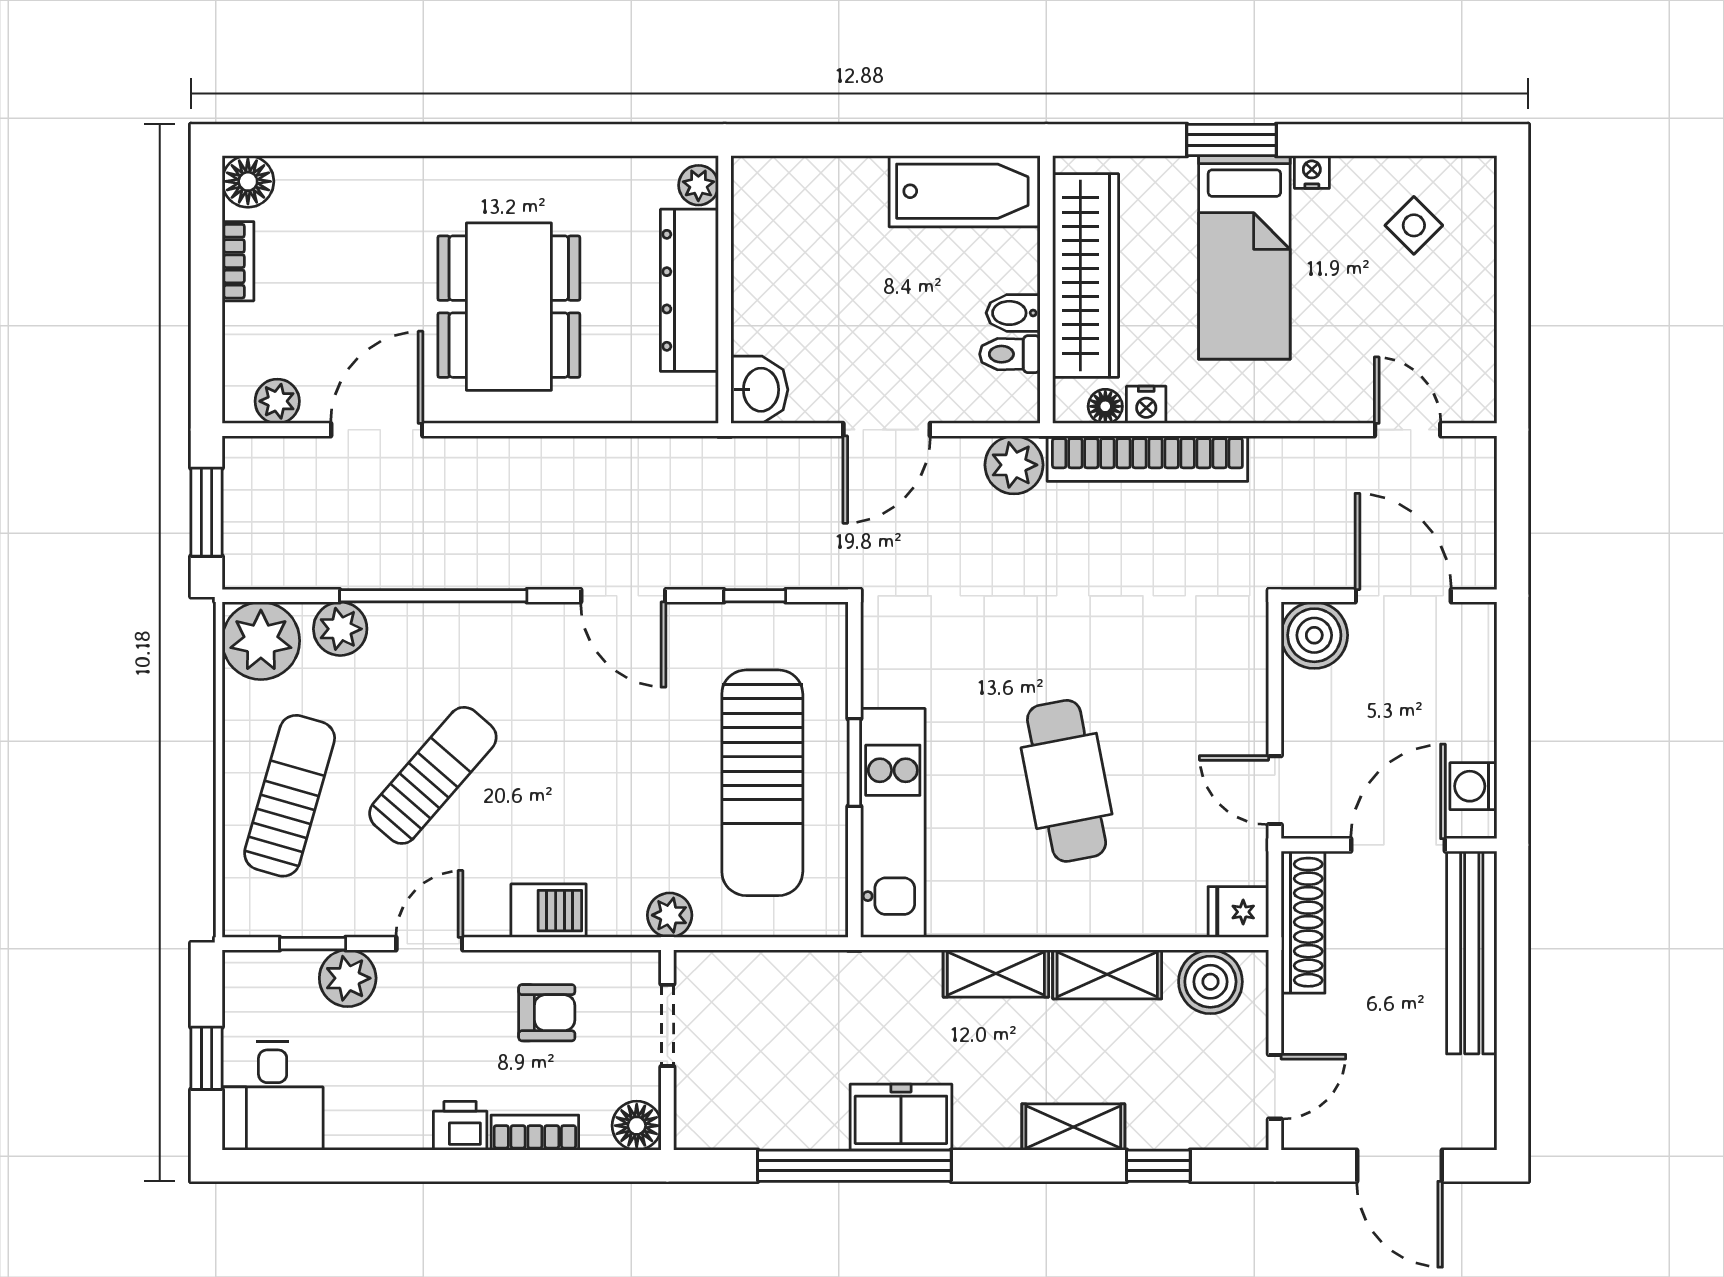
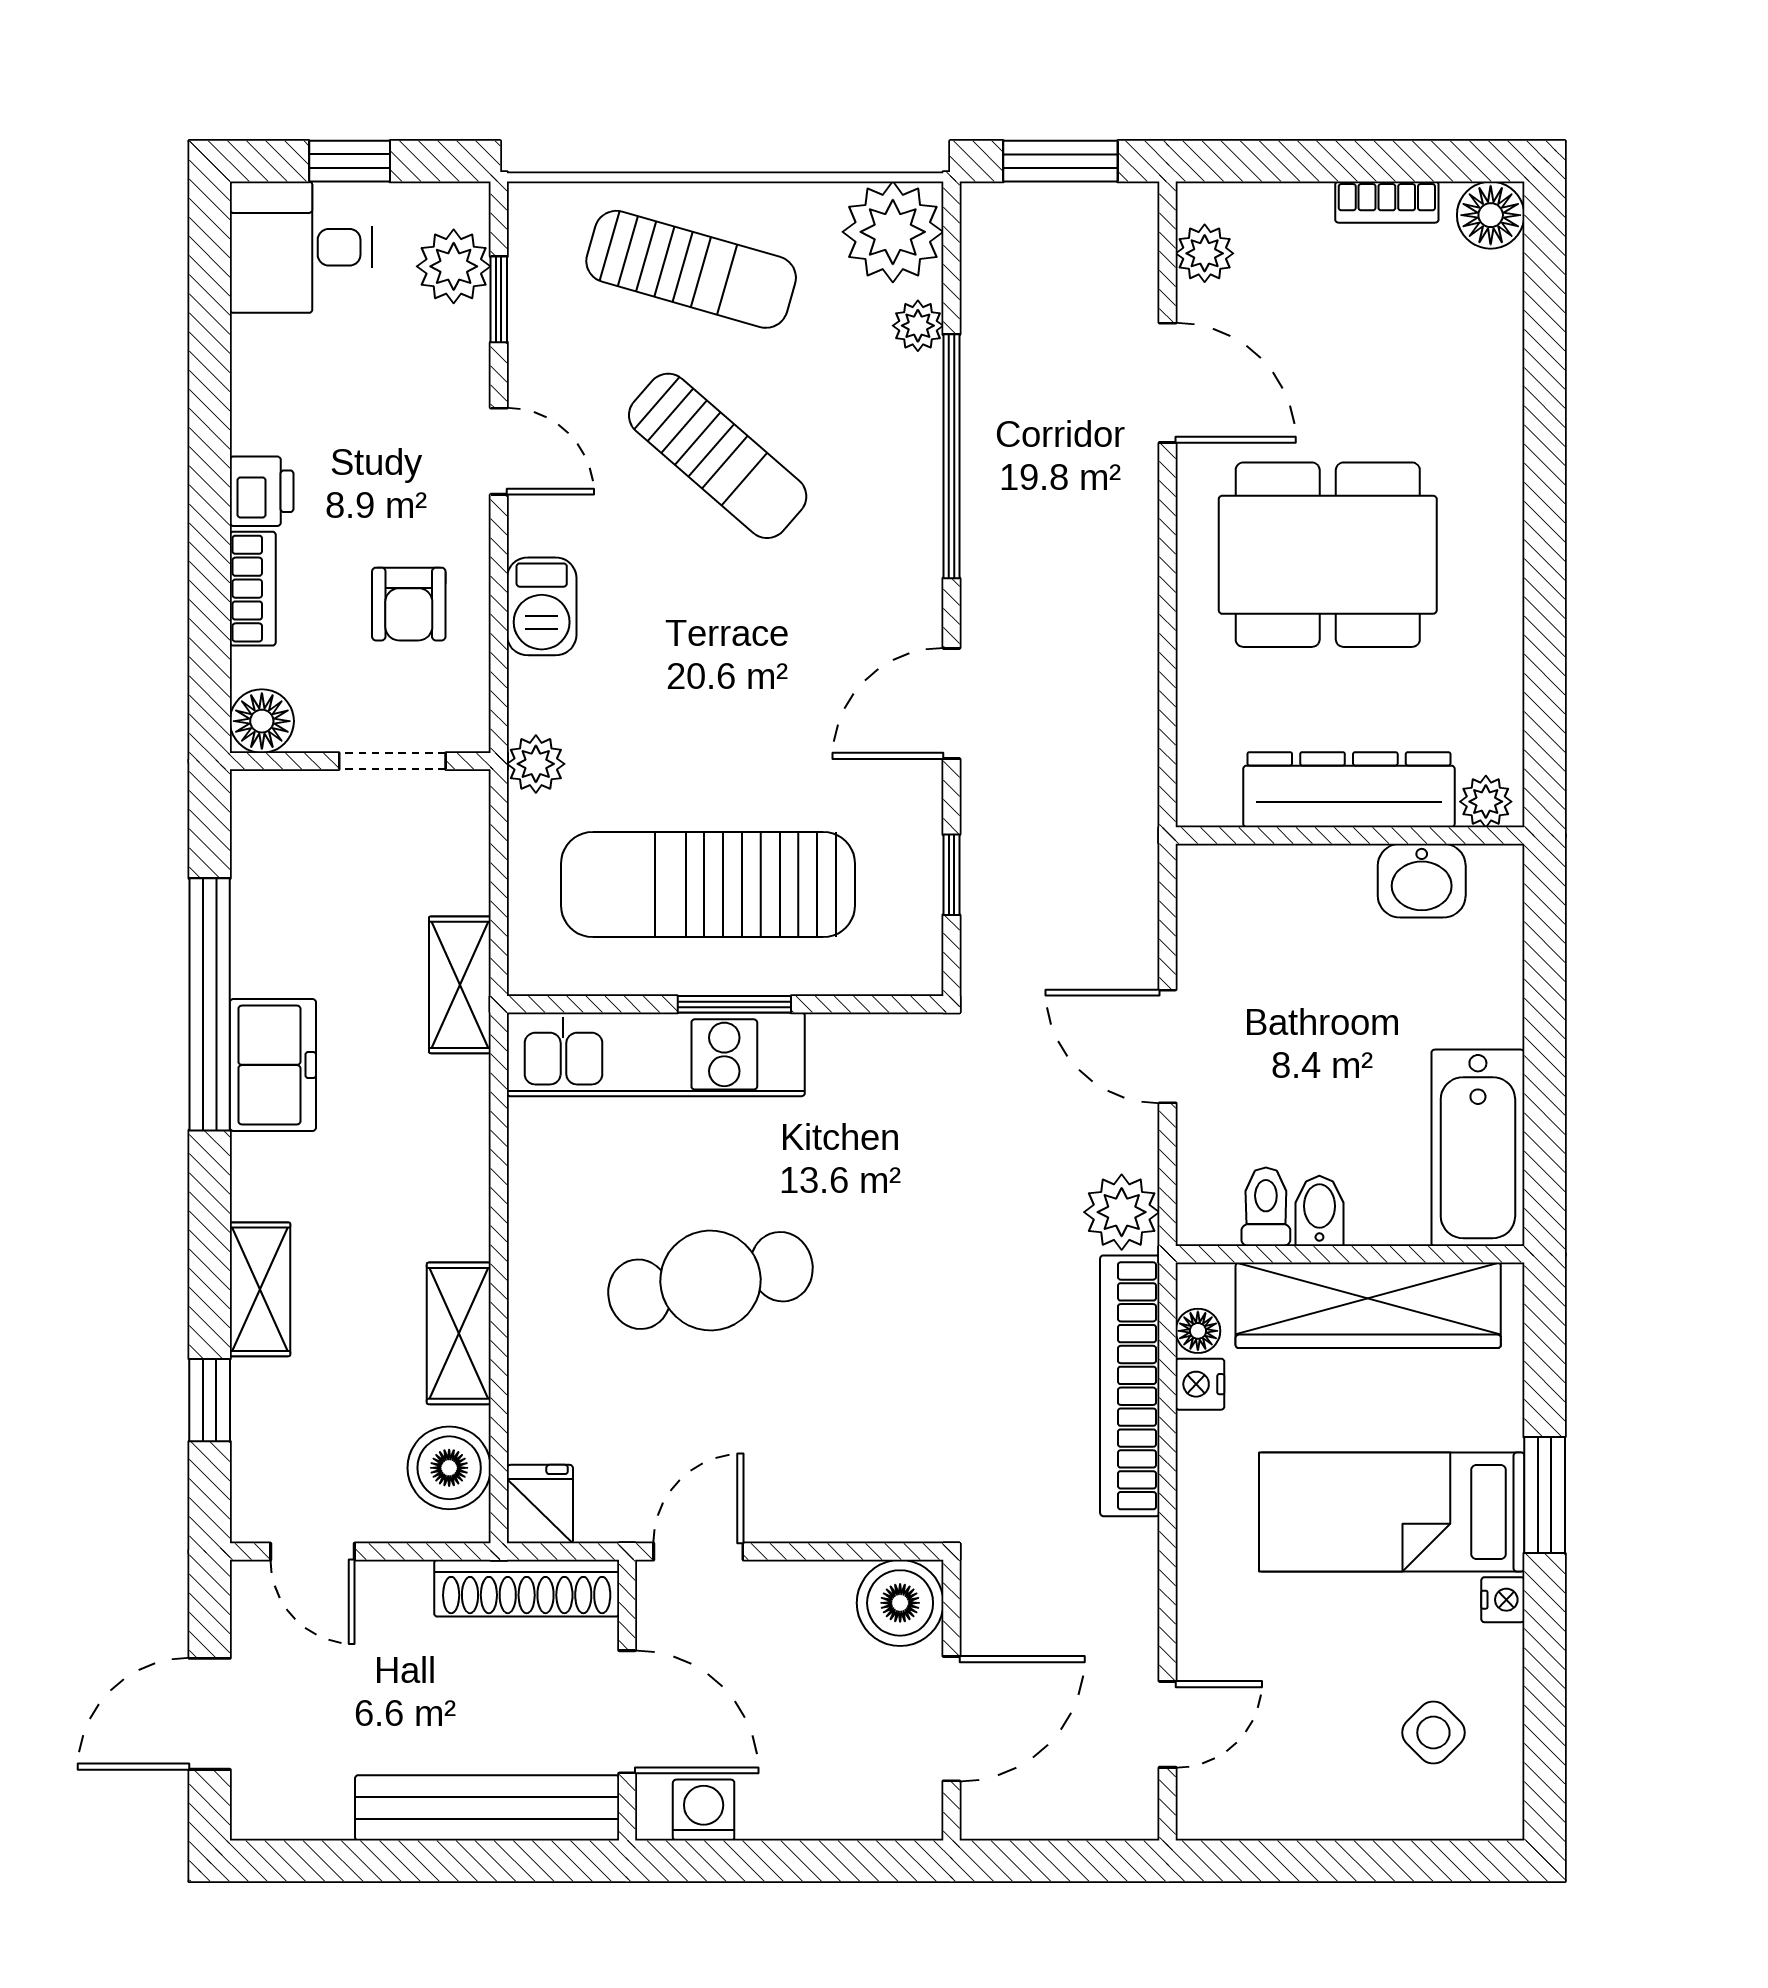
washbasin: (759, 390) -> (1422, 881), moved
plant: (340, 629) -> (918, 326), width x0.73, depth x0.73
shelving: (996, 973) -> (460, 985), moved
plant: (348, 978) -> (454, 266), moved

